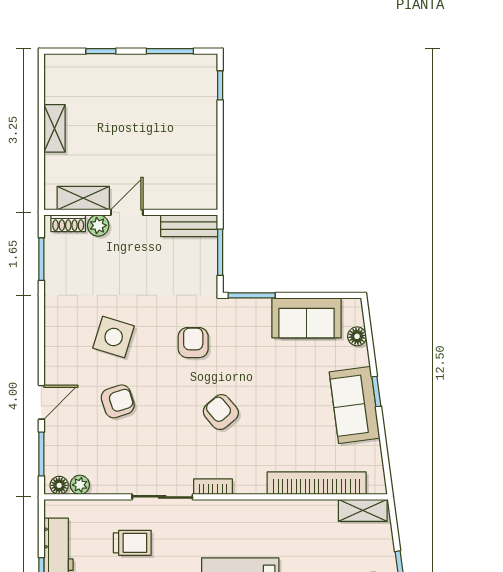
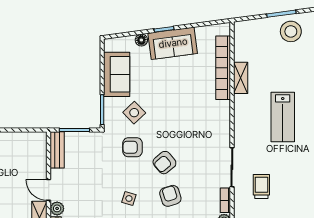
floor lamp: (357, 336) -> (141, 40), moved
side table: (114, 337) -> (129, 198), width x0.54, depth x0.54
side table: (247, 345) -> (134, 113), added
armchair: (221, 412) -> (164, 163), moved
bookcase: (213, 487) -> (225, 200), moved
shelving: (363, 510) -> (241, 78), moved

